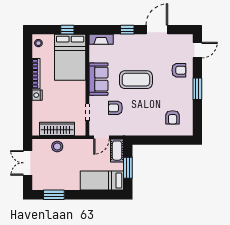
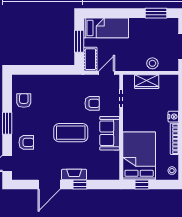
fireplace: (101, 39) -> (74, 174), moved
armchair: (179, 70) -> (26, 142), turned 180
armchair: (173, 117) -> (24, 100), moved
wardrobe: (57, 129) -> (147, 82), width x0.67

